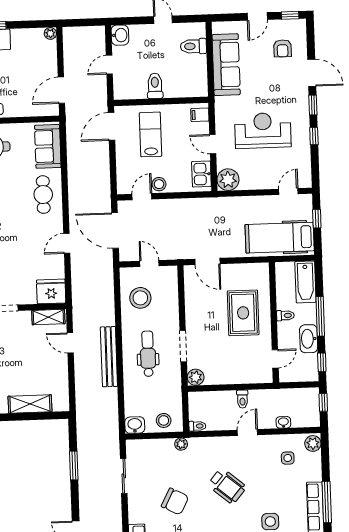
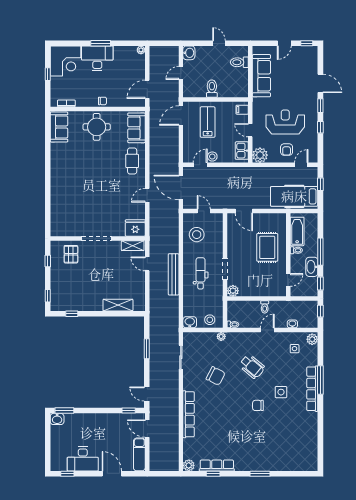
armchair: (283, 48) -> (287, 150), moved
bathtub: (305, 282) -> (297, 231), moved, turned 180

